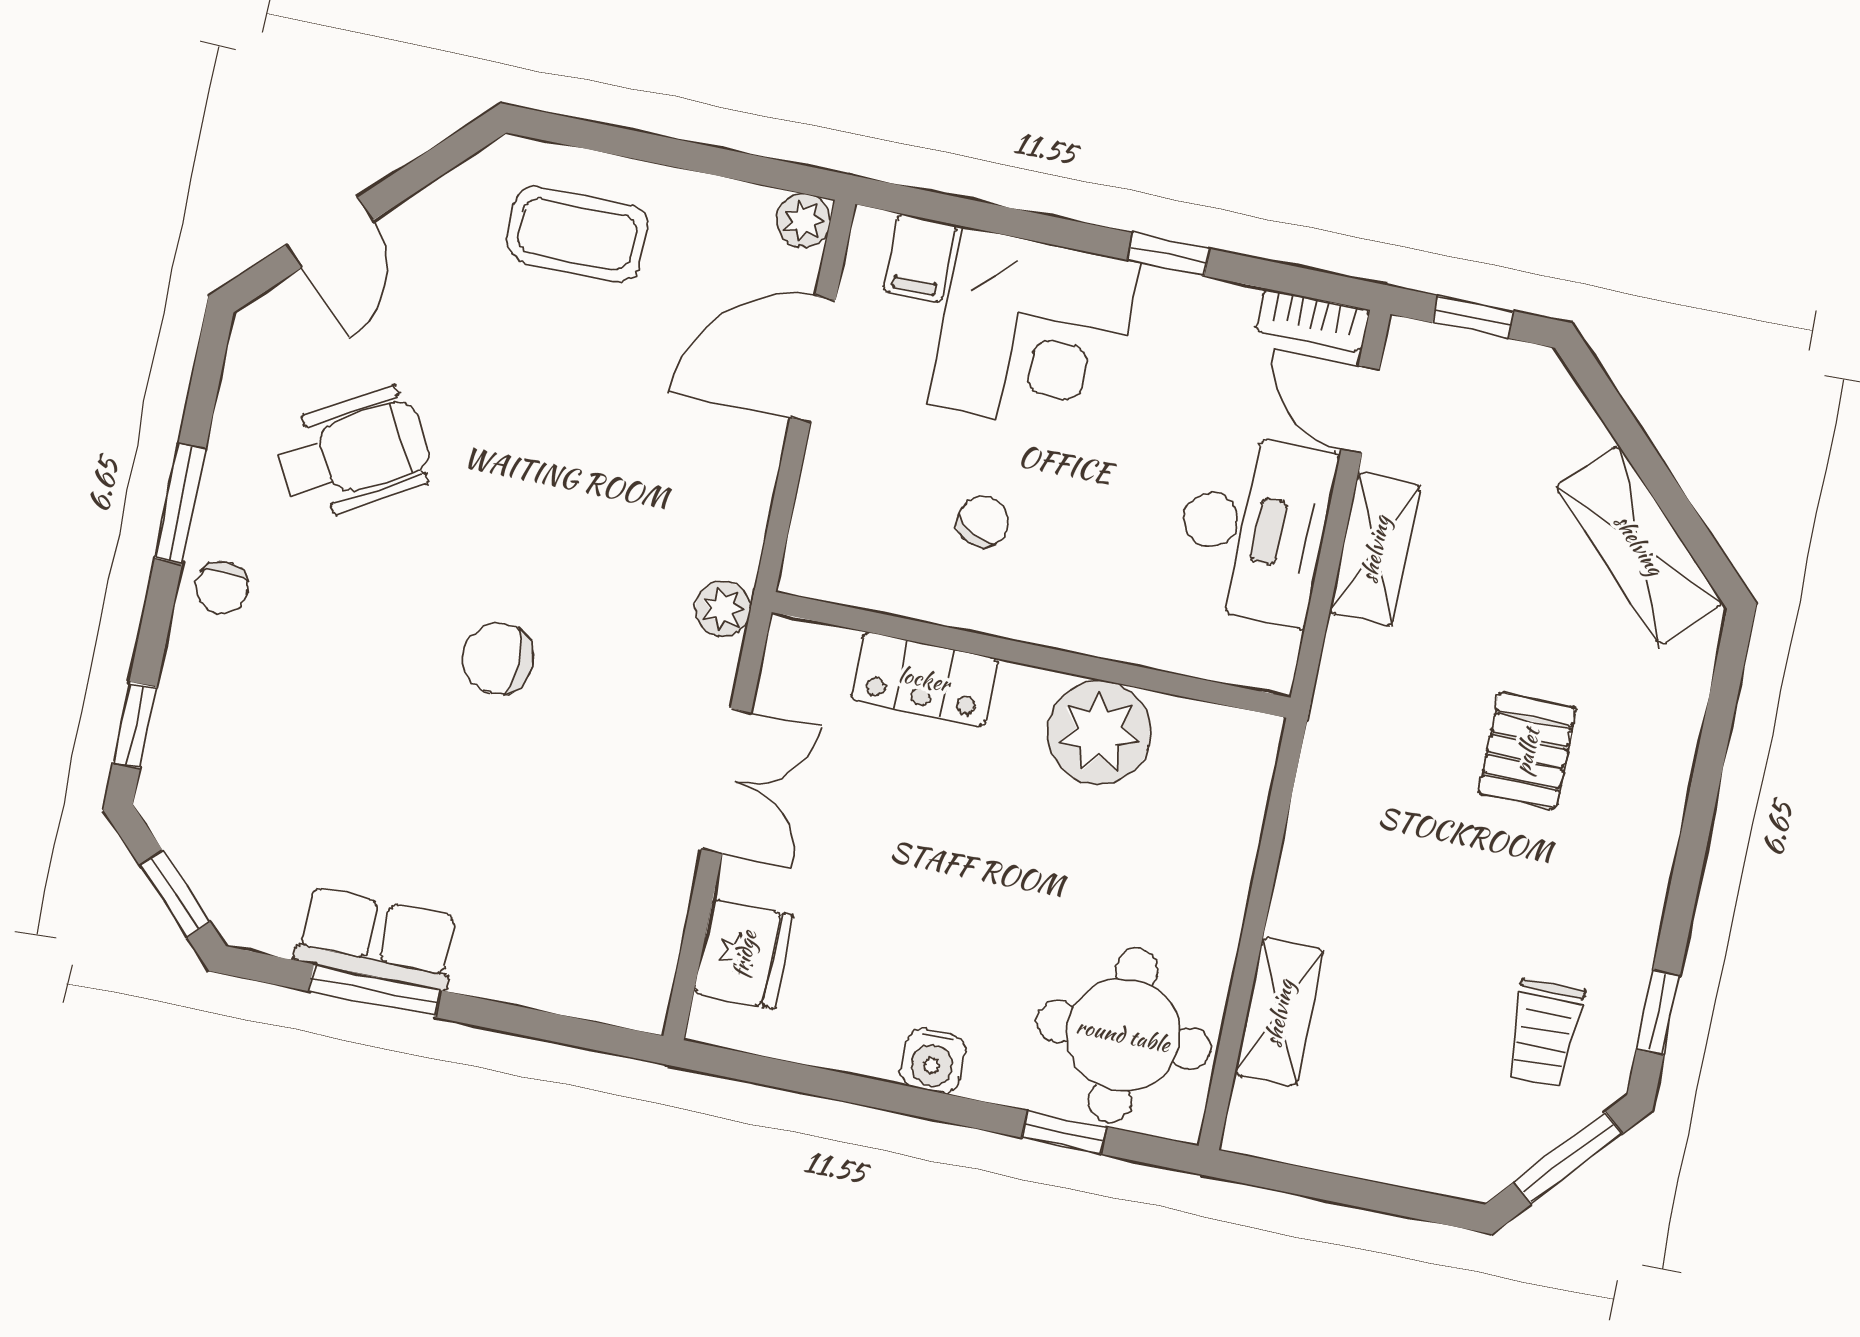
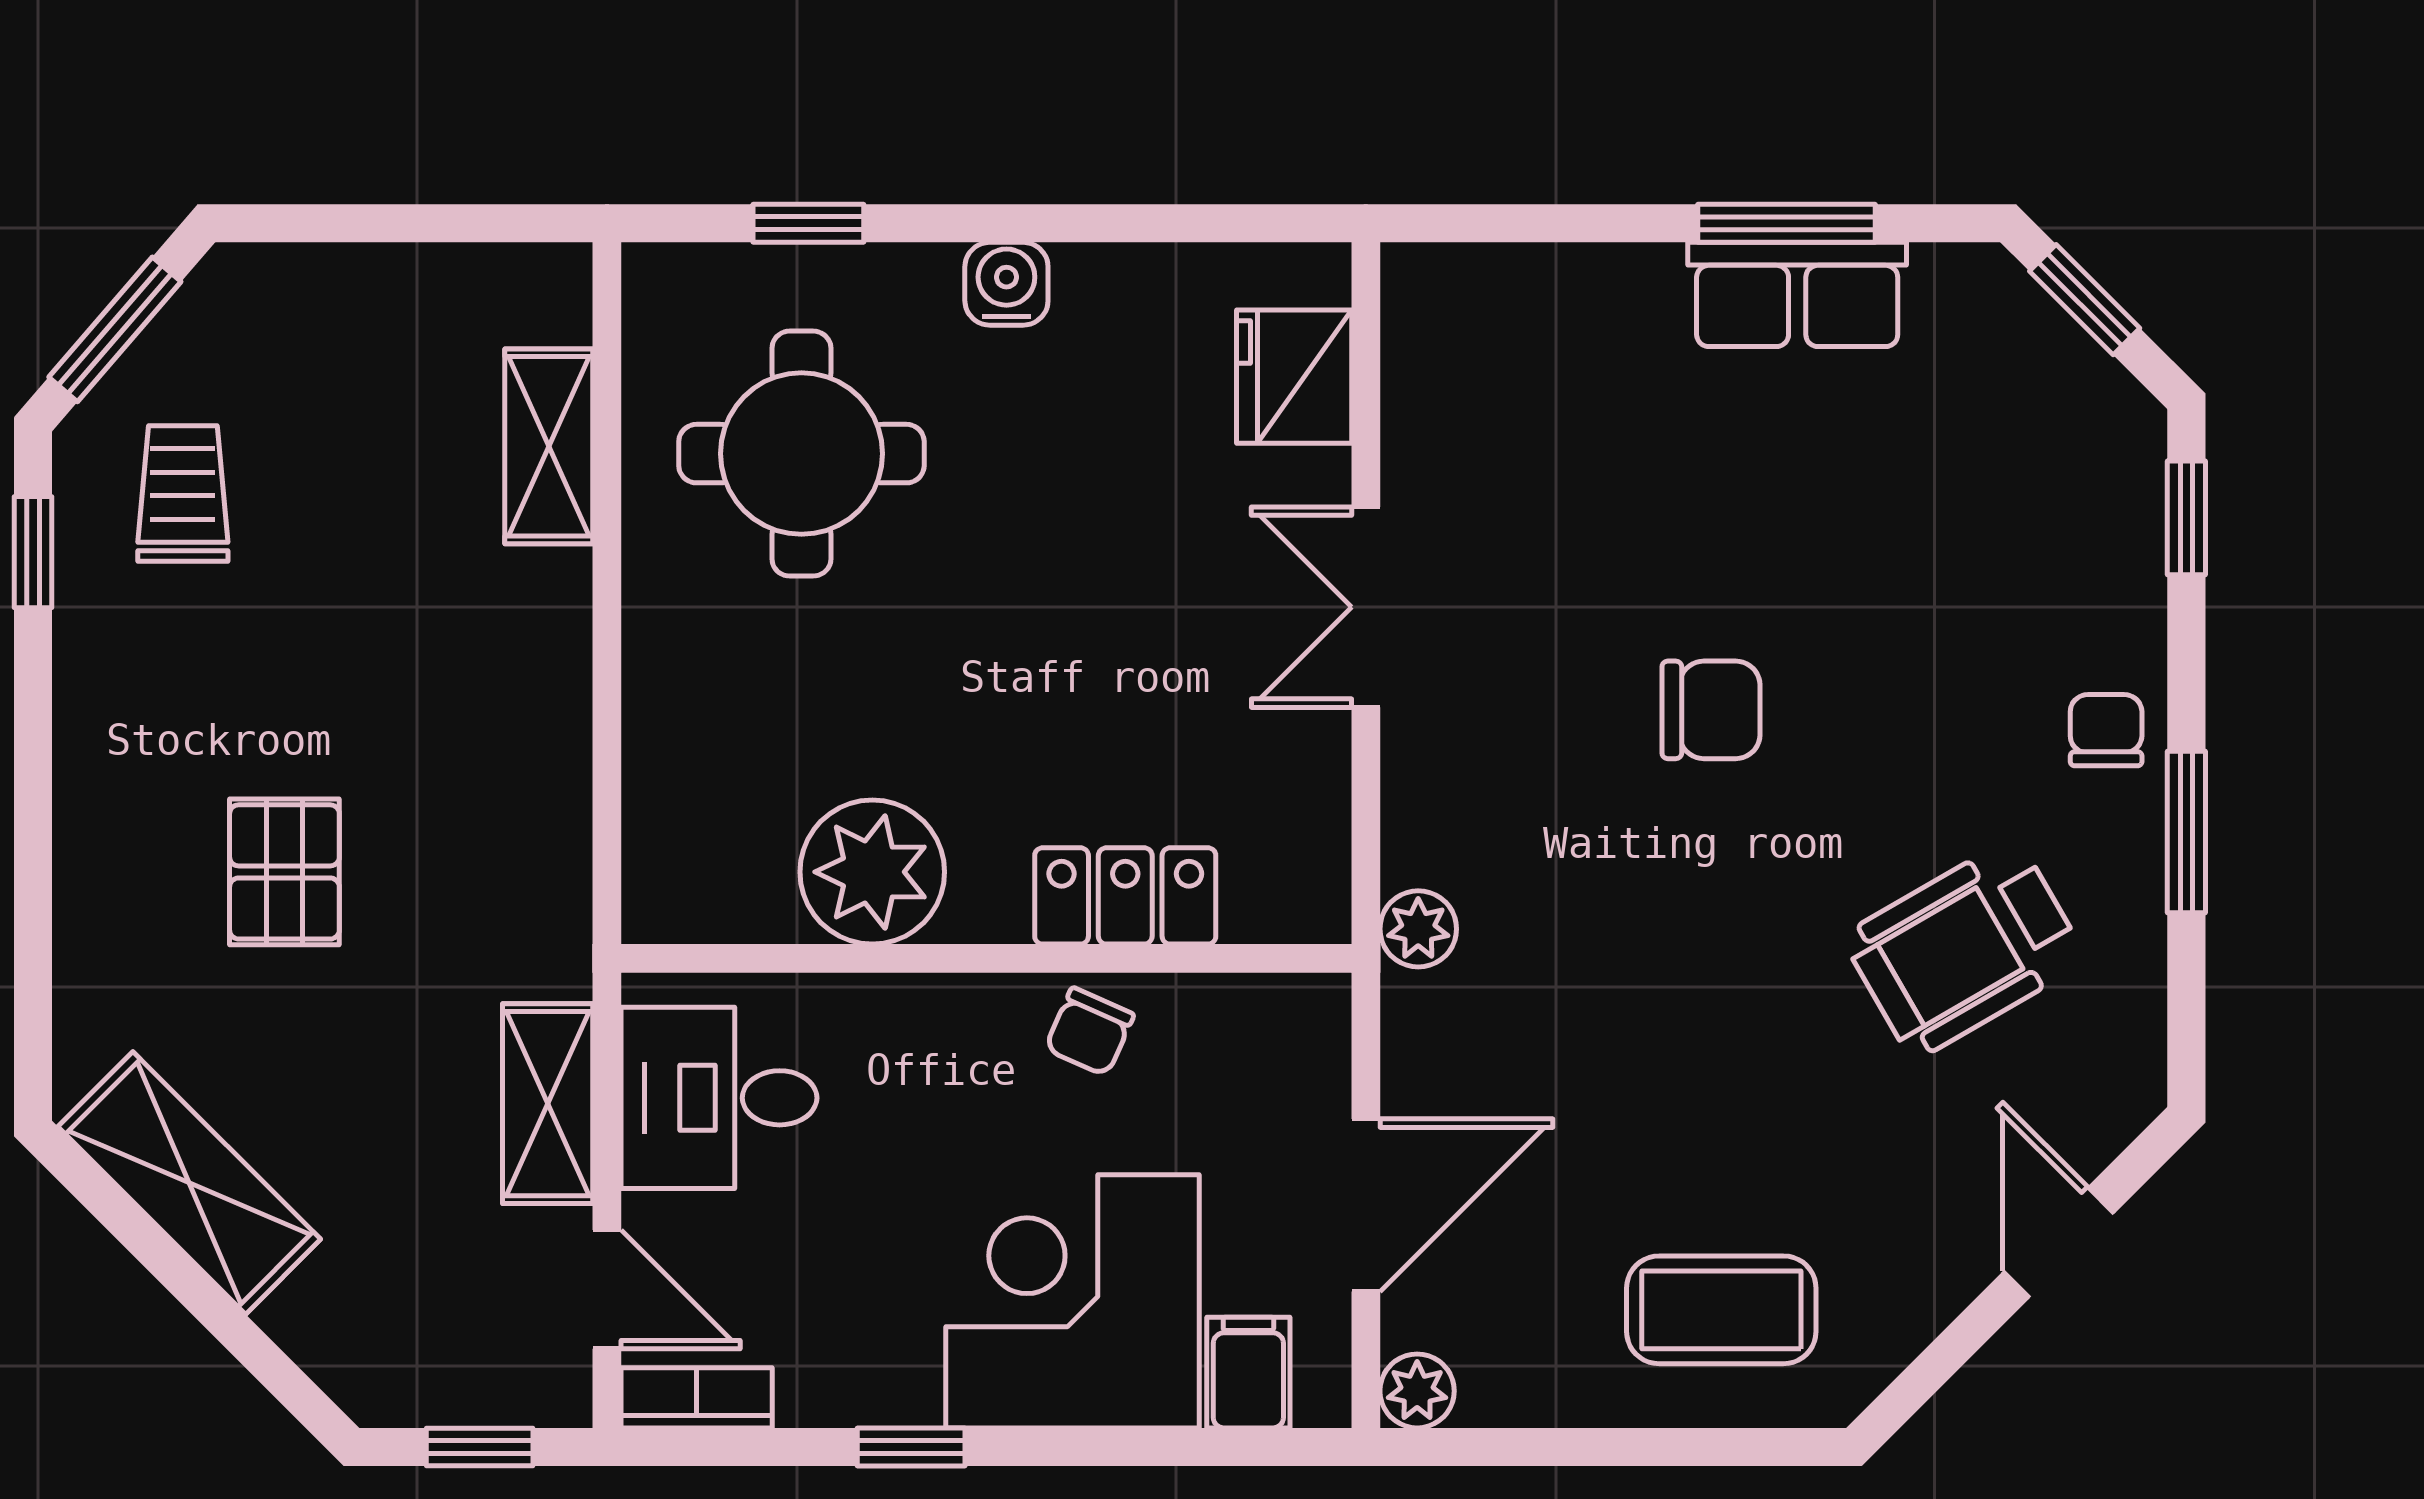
desk: (1254, 528) -> (719, 1098), width x0.73
plant: (723, 609) -> (1418, 929), moved
wall: (1031, 655) -> (986, 958), moved
locker: (924, 679) -> (1125, 896), moved
plant: (1099, 732) -> (872, 872), moved
round table: (1123, 1035) -> (801, 454), moved

